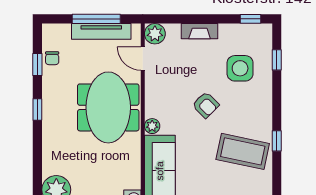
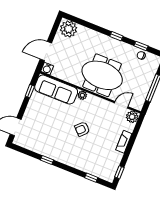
tv unit: (101, 31) -> (145, 88), removed
side table: (240, 68) -> (95, 156), removed
coffee table: (243, 151) -> (49, 139), removed

